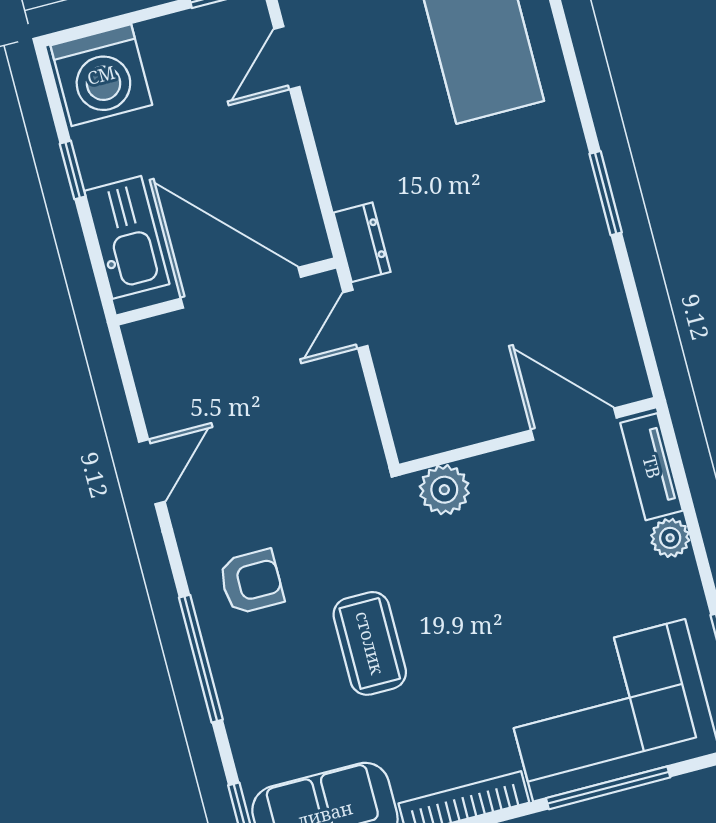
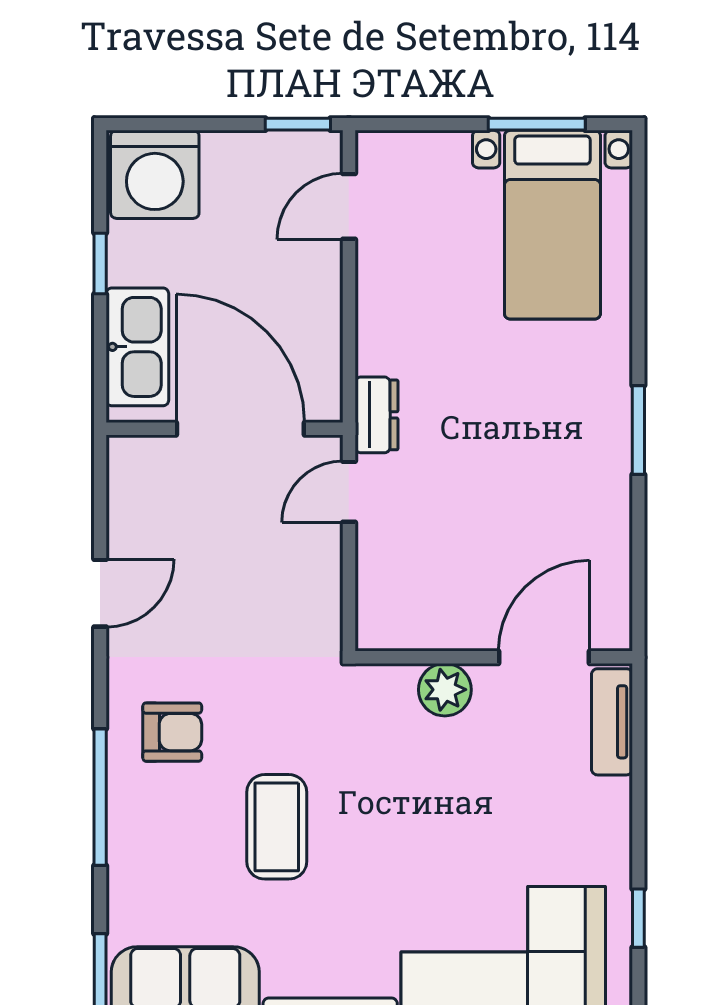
door: (574, 424) -> (544, 657), hinge flipped
plant: (444, 490) -> (445, 690), moved
plant: (670, 538) -> (612, 799), removed

